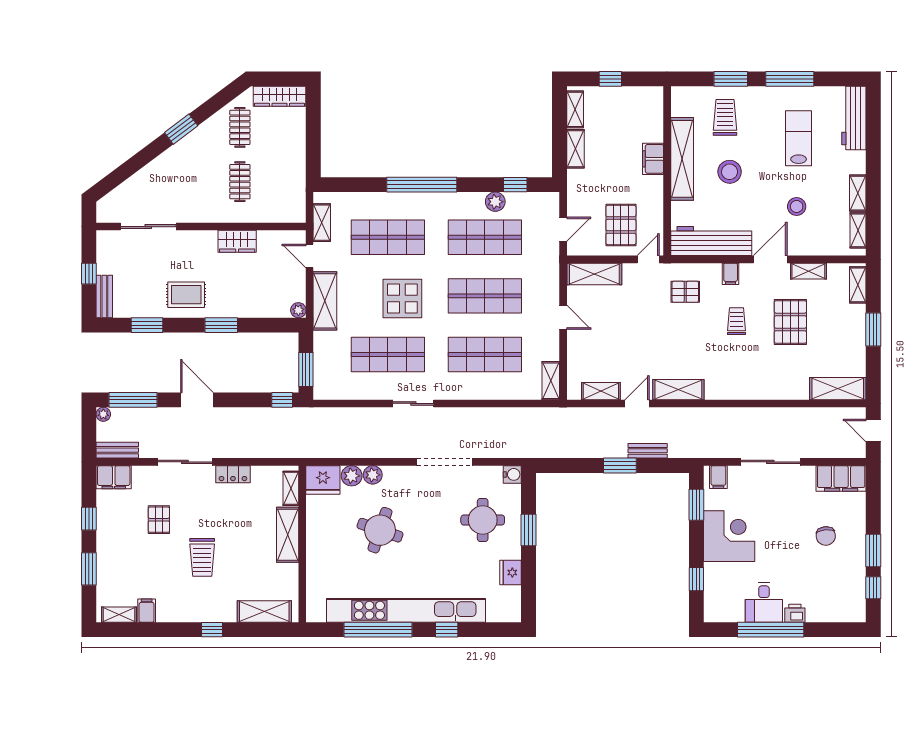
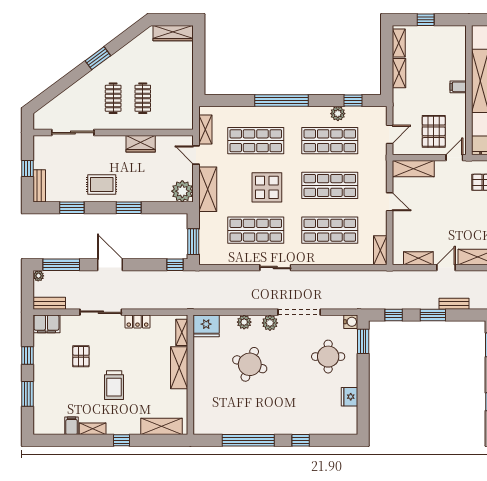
clothes rail: (240, 127) -> (113, 98), moved
filing cabinet: (653, 159) -> (458, 87), width x0.50
plant: (298, 310) -> (182, 191), width x1.88, depth x1.88
window: (568, 466) -> (394, 315), added
plant: (352, 476) -> (270, 323), moved
window: (528, 530) -> (363, 341), moved
kitchen unit: (406, 610) -> (270, 426), removed
shelving: (119, 615) -> (93, 429), moved

